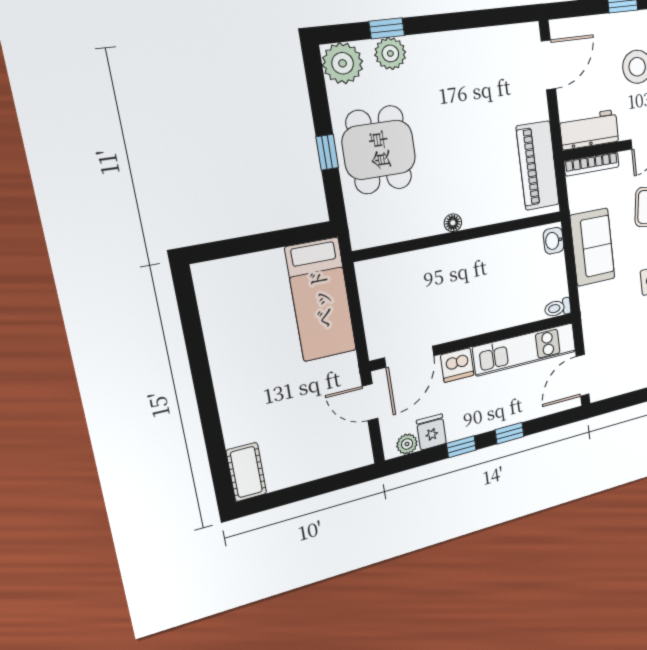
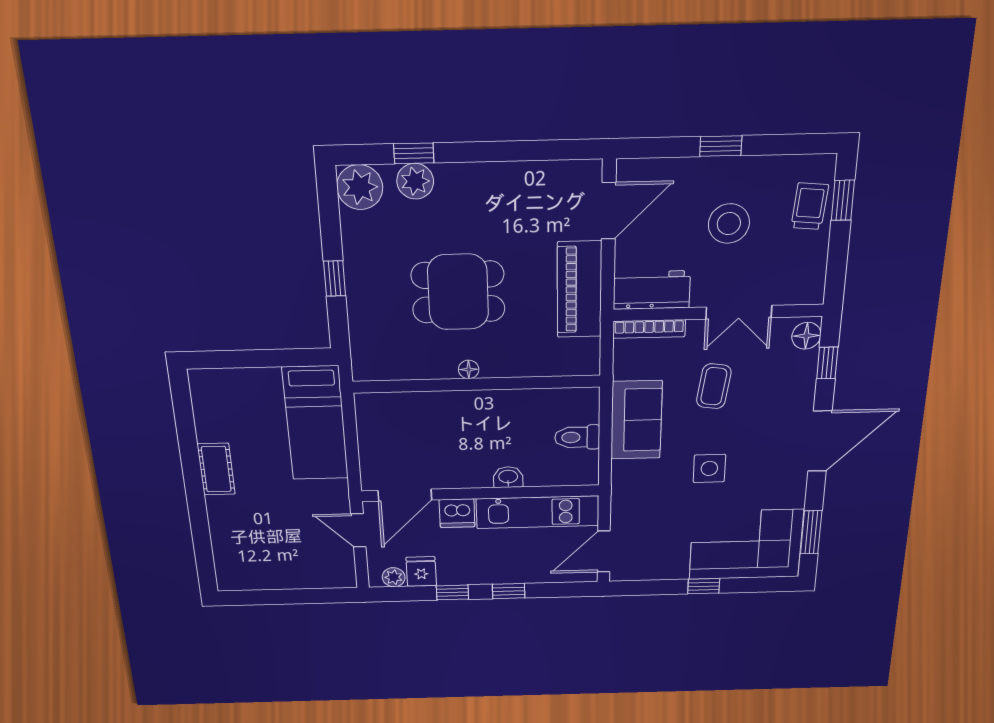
dining table: (379, 150) -> (458, 292), moved, turned 90
piano: (538, 166) -> (579, 290), moved
washbasin: (554, 241) -> (508, 477), moved, turned 90
toilet: (558, 308) -> (577, 437), moved, width x1.37, depth x1.39
cot: (246, 472) -> (216, 469), moved

